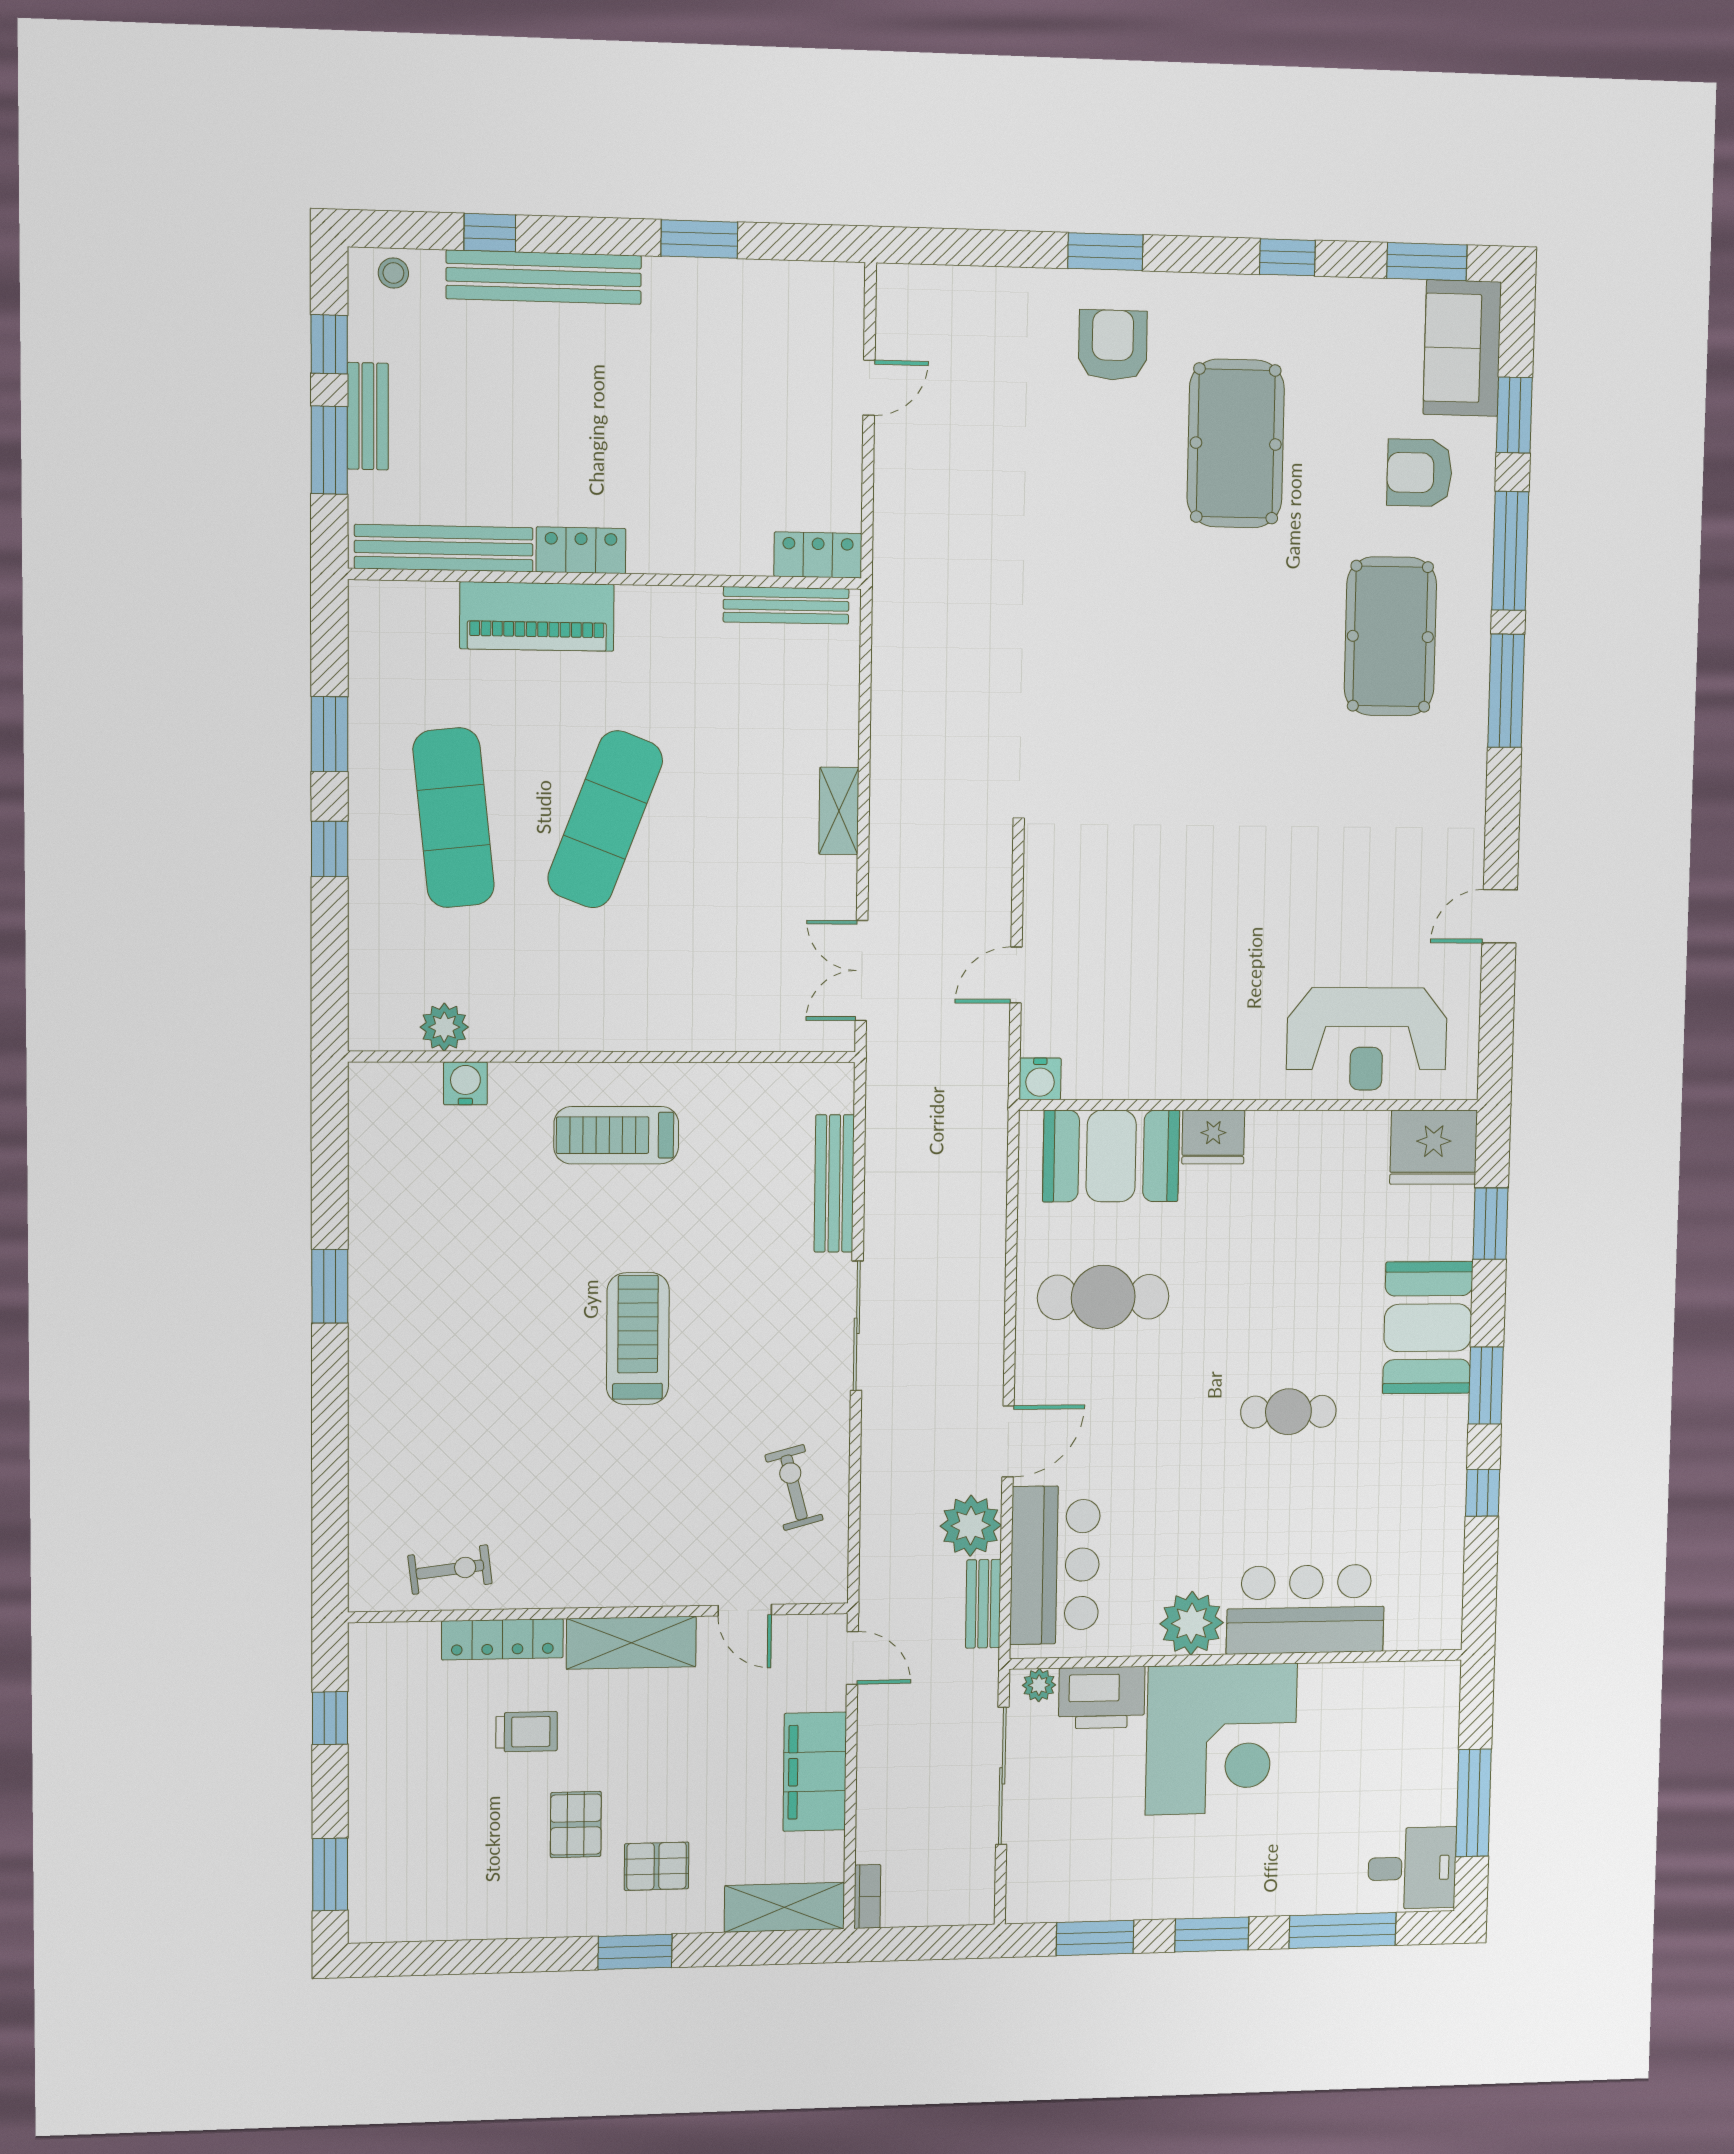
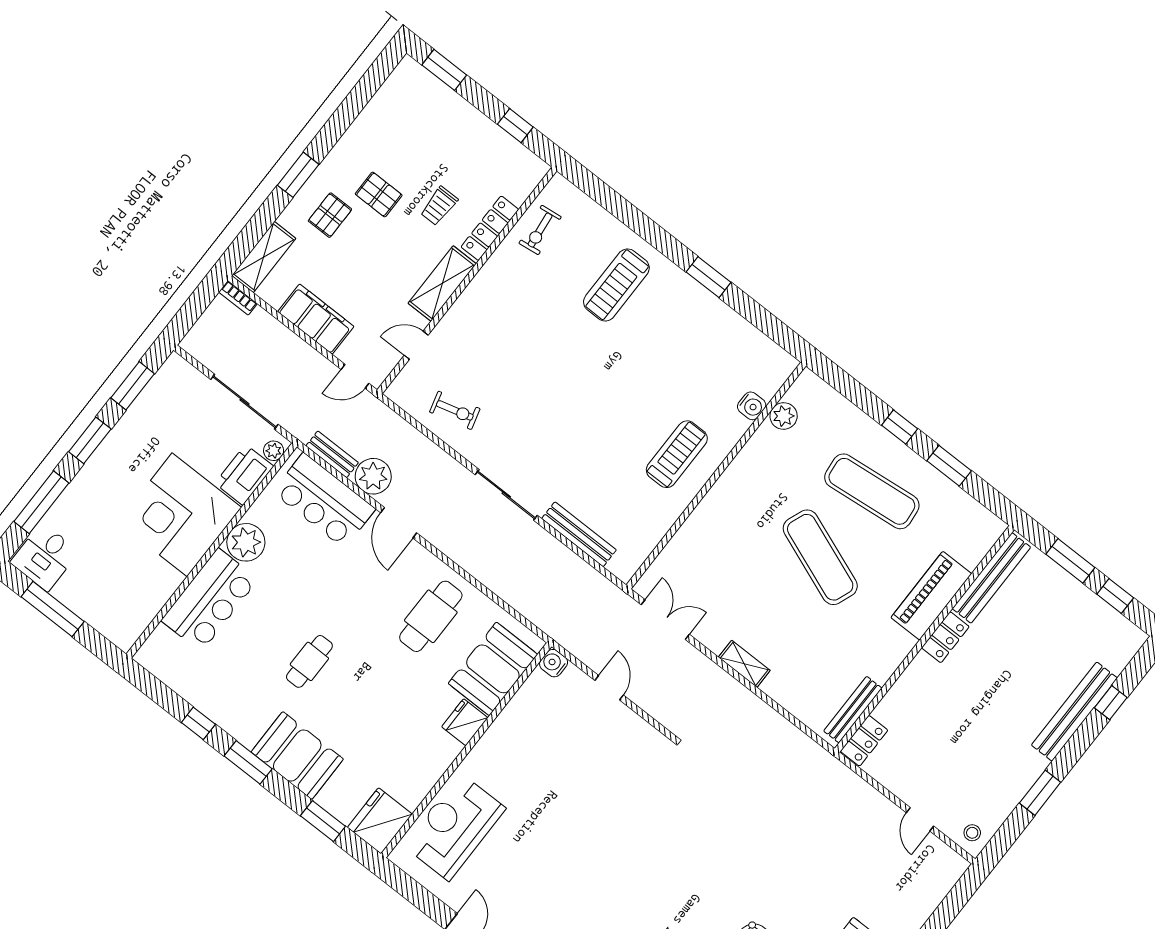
stool: (393, 273) -> (972, 833), moved
bench: (368, 416) -> (1072, 589), removed
treadmill: (638, 1339) -> (616, 285), moved, turned 90

